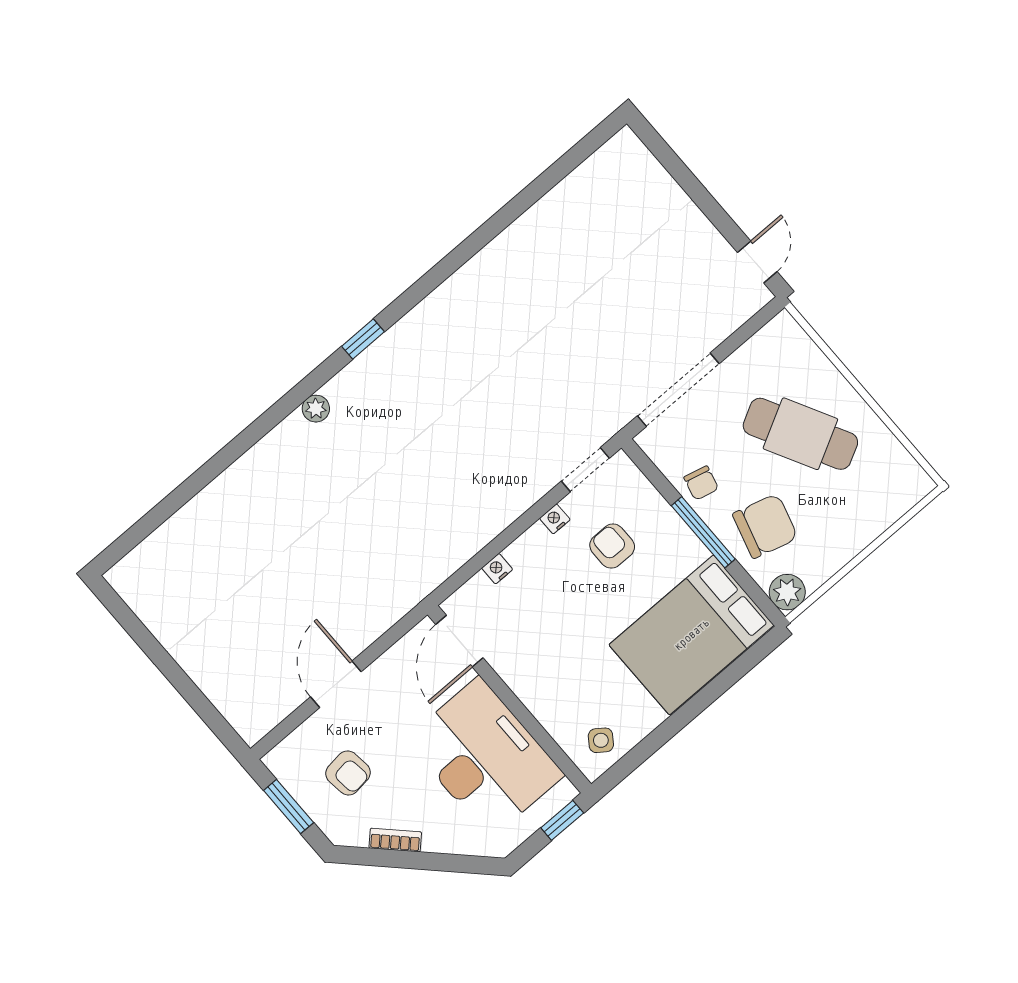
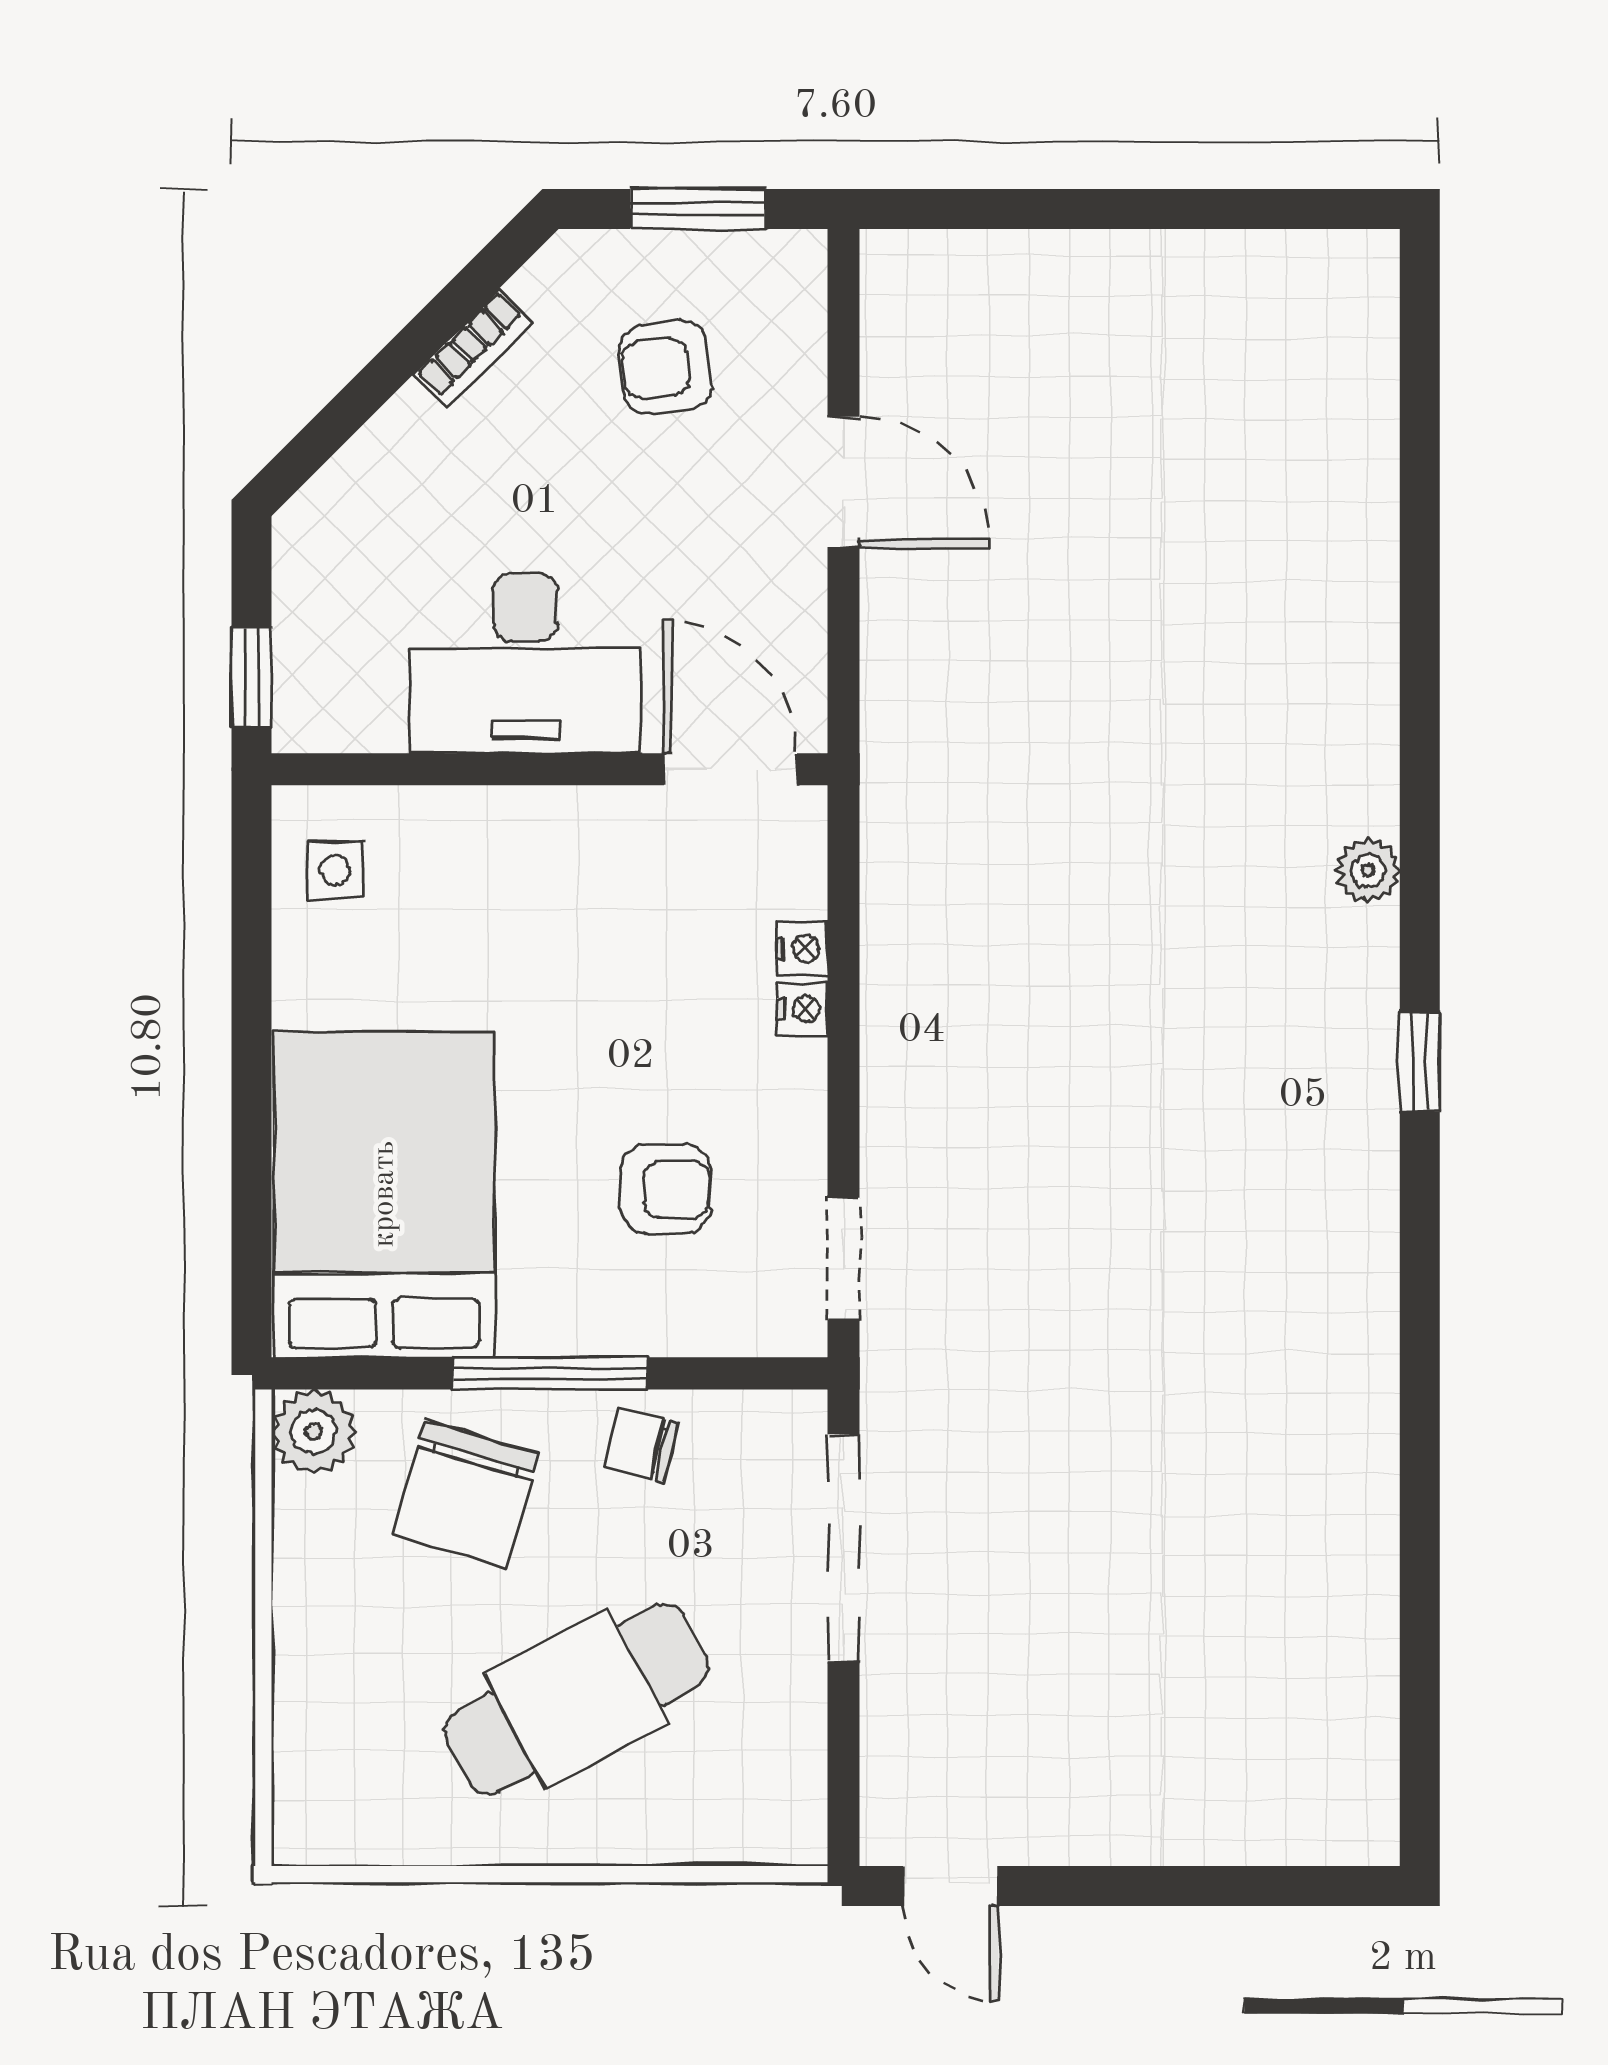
nightstand: (555, 519) -> (802, 1009), moved
side table: (601, 740) -> (335, 870), turned -36
desk: (485, 757) -> (526, 663), width x0.73, depth x0.77

